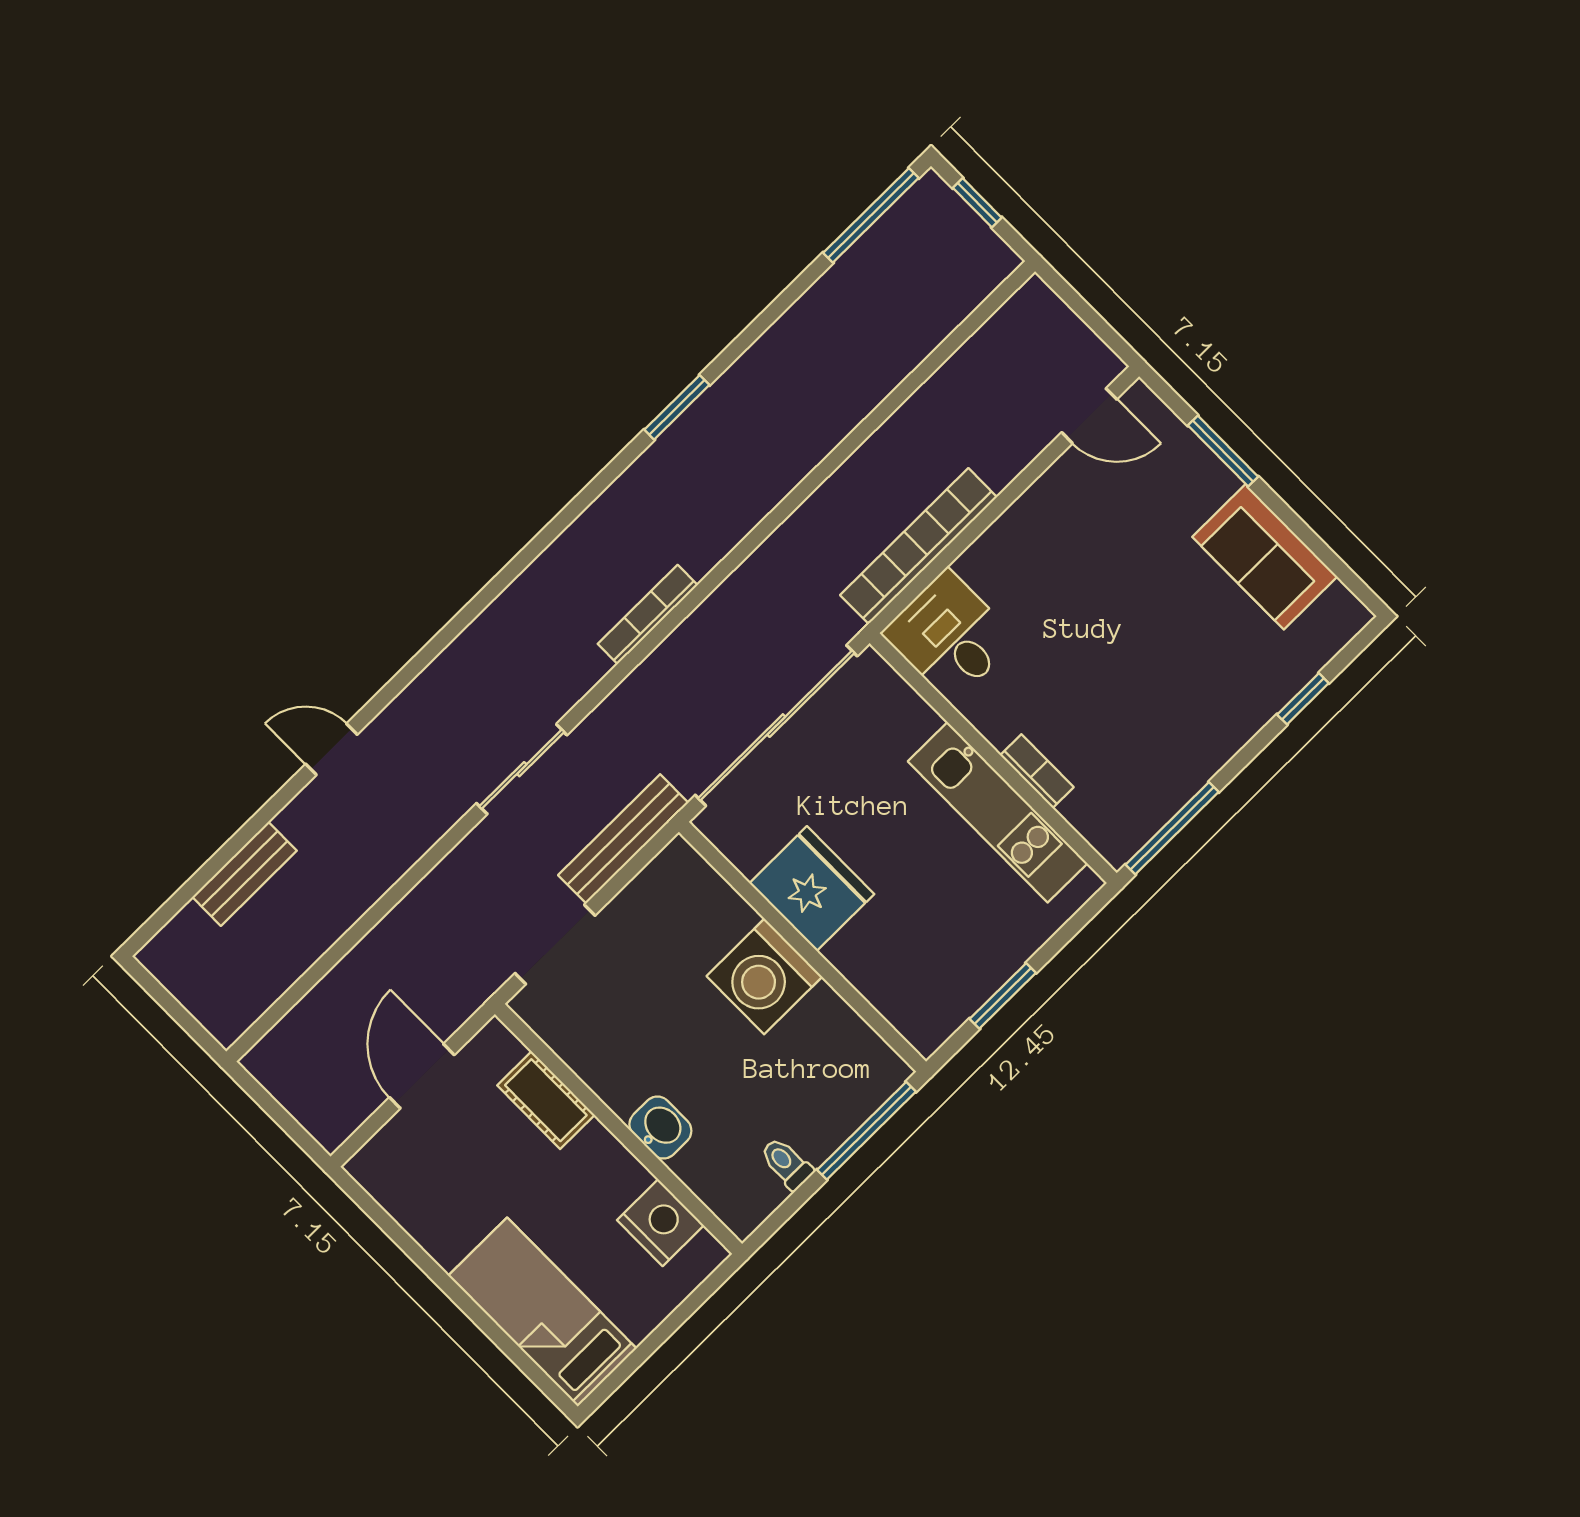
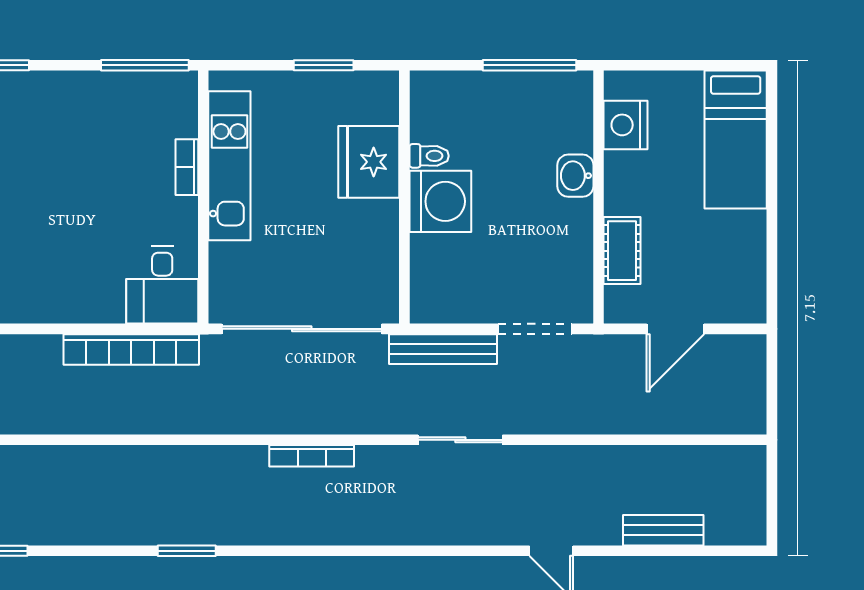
fridge: (812, 889) -> (369, 162), moved
window: (866, 1131) -> (529, 65), moved
toilet: (786, 1164) -> (429, 156), moved, turned -90

